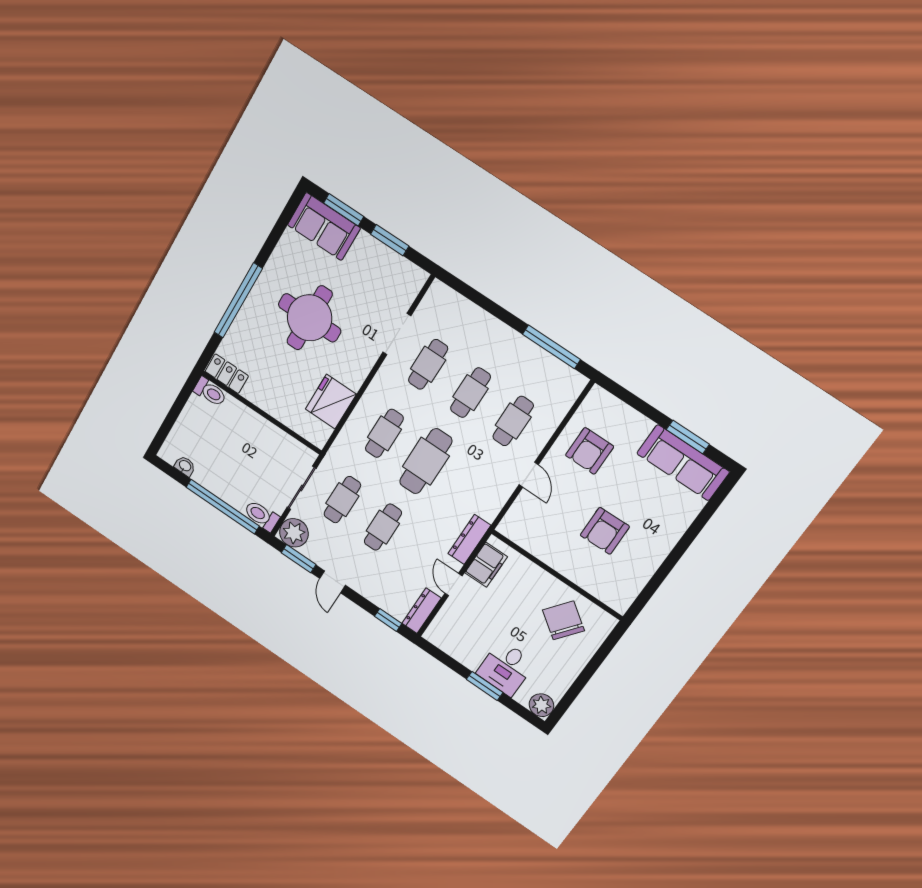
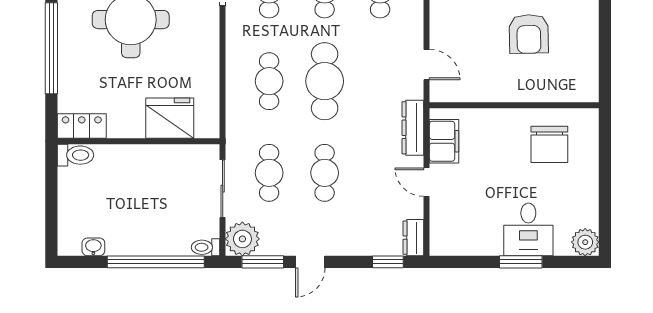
fridge: (331, 402) -> (170, 118), moved, turned 90
door: (529, 475) -> (427, 65), moved
toilet: (262, 516) -> (206, 247), width x0.73, depth x0.72
door: (332, 582) -> (310, 262), hinge flipped
dresser: (422, 611) -> (413, 238), width x0.70
chair: (563, 620) -> (549, 144), turned -127

